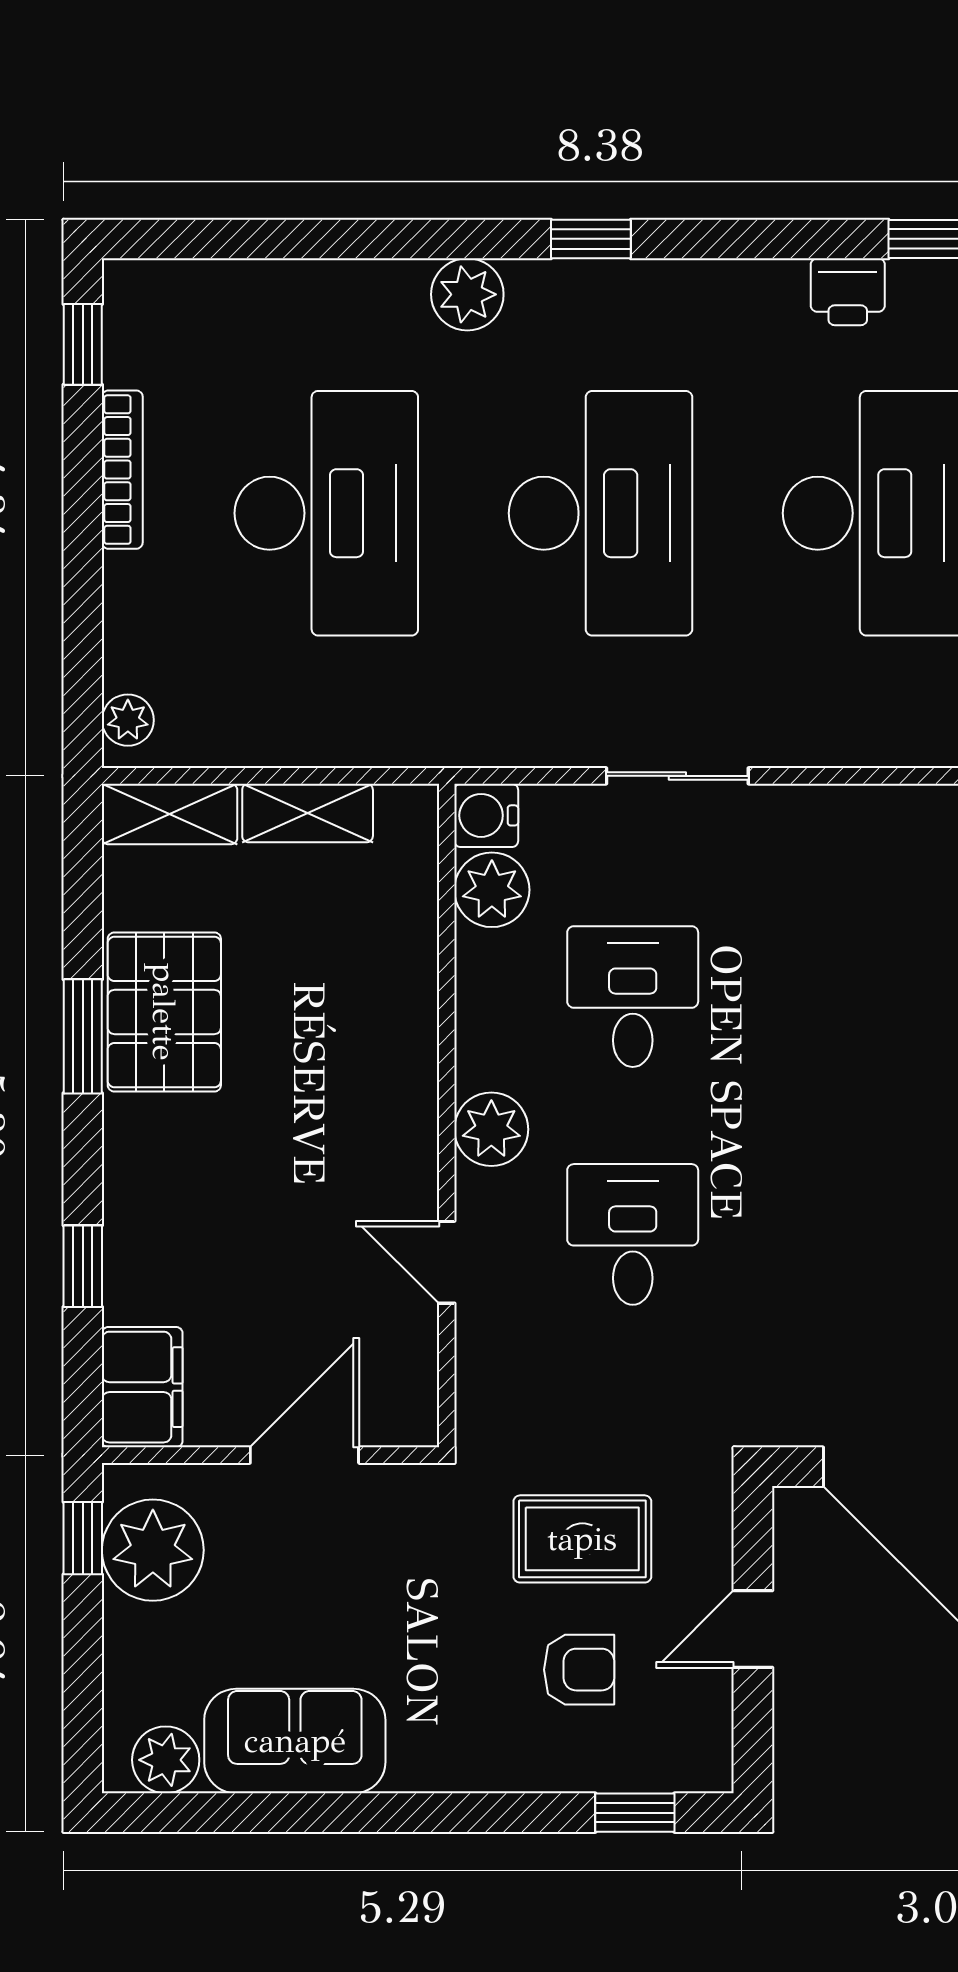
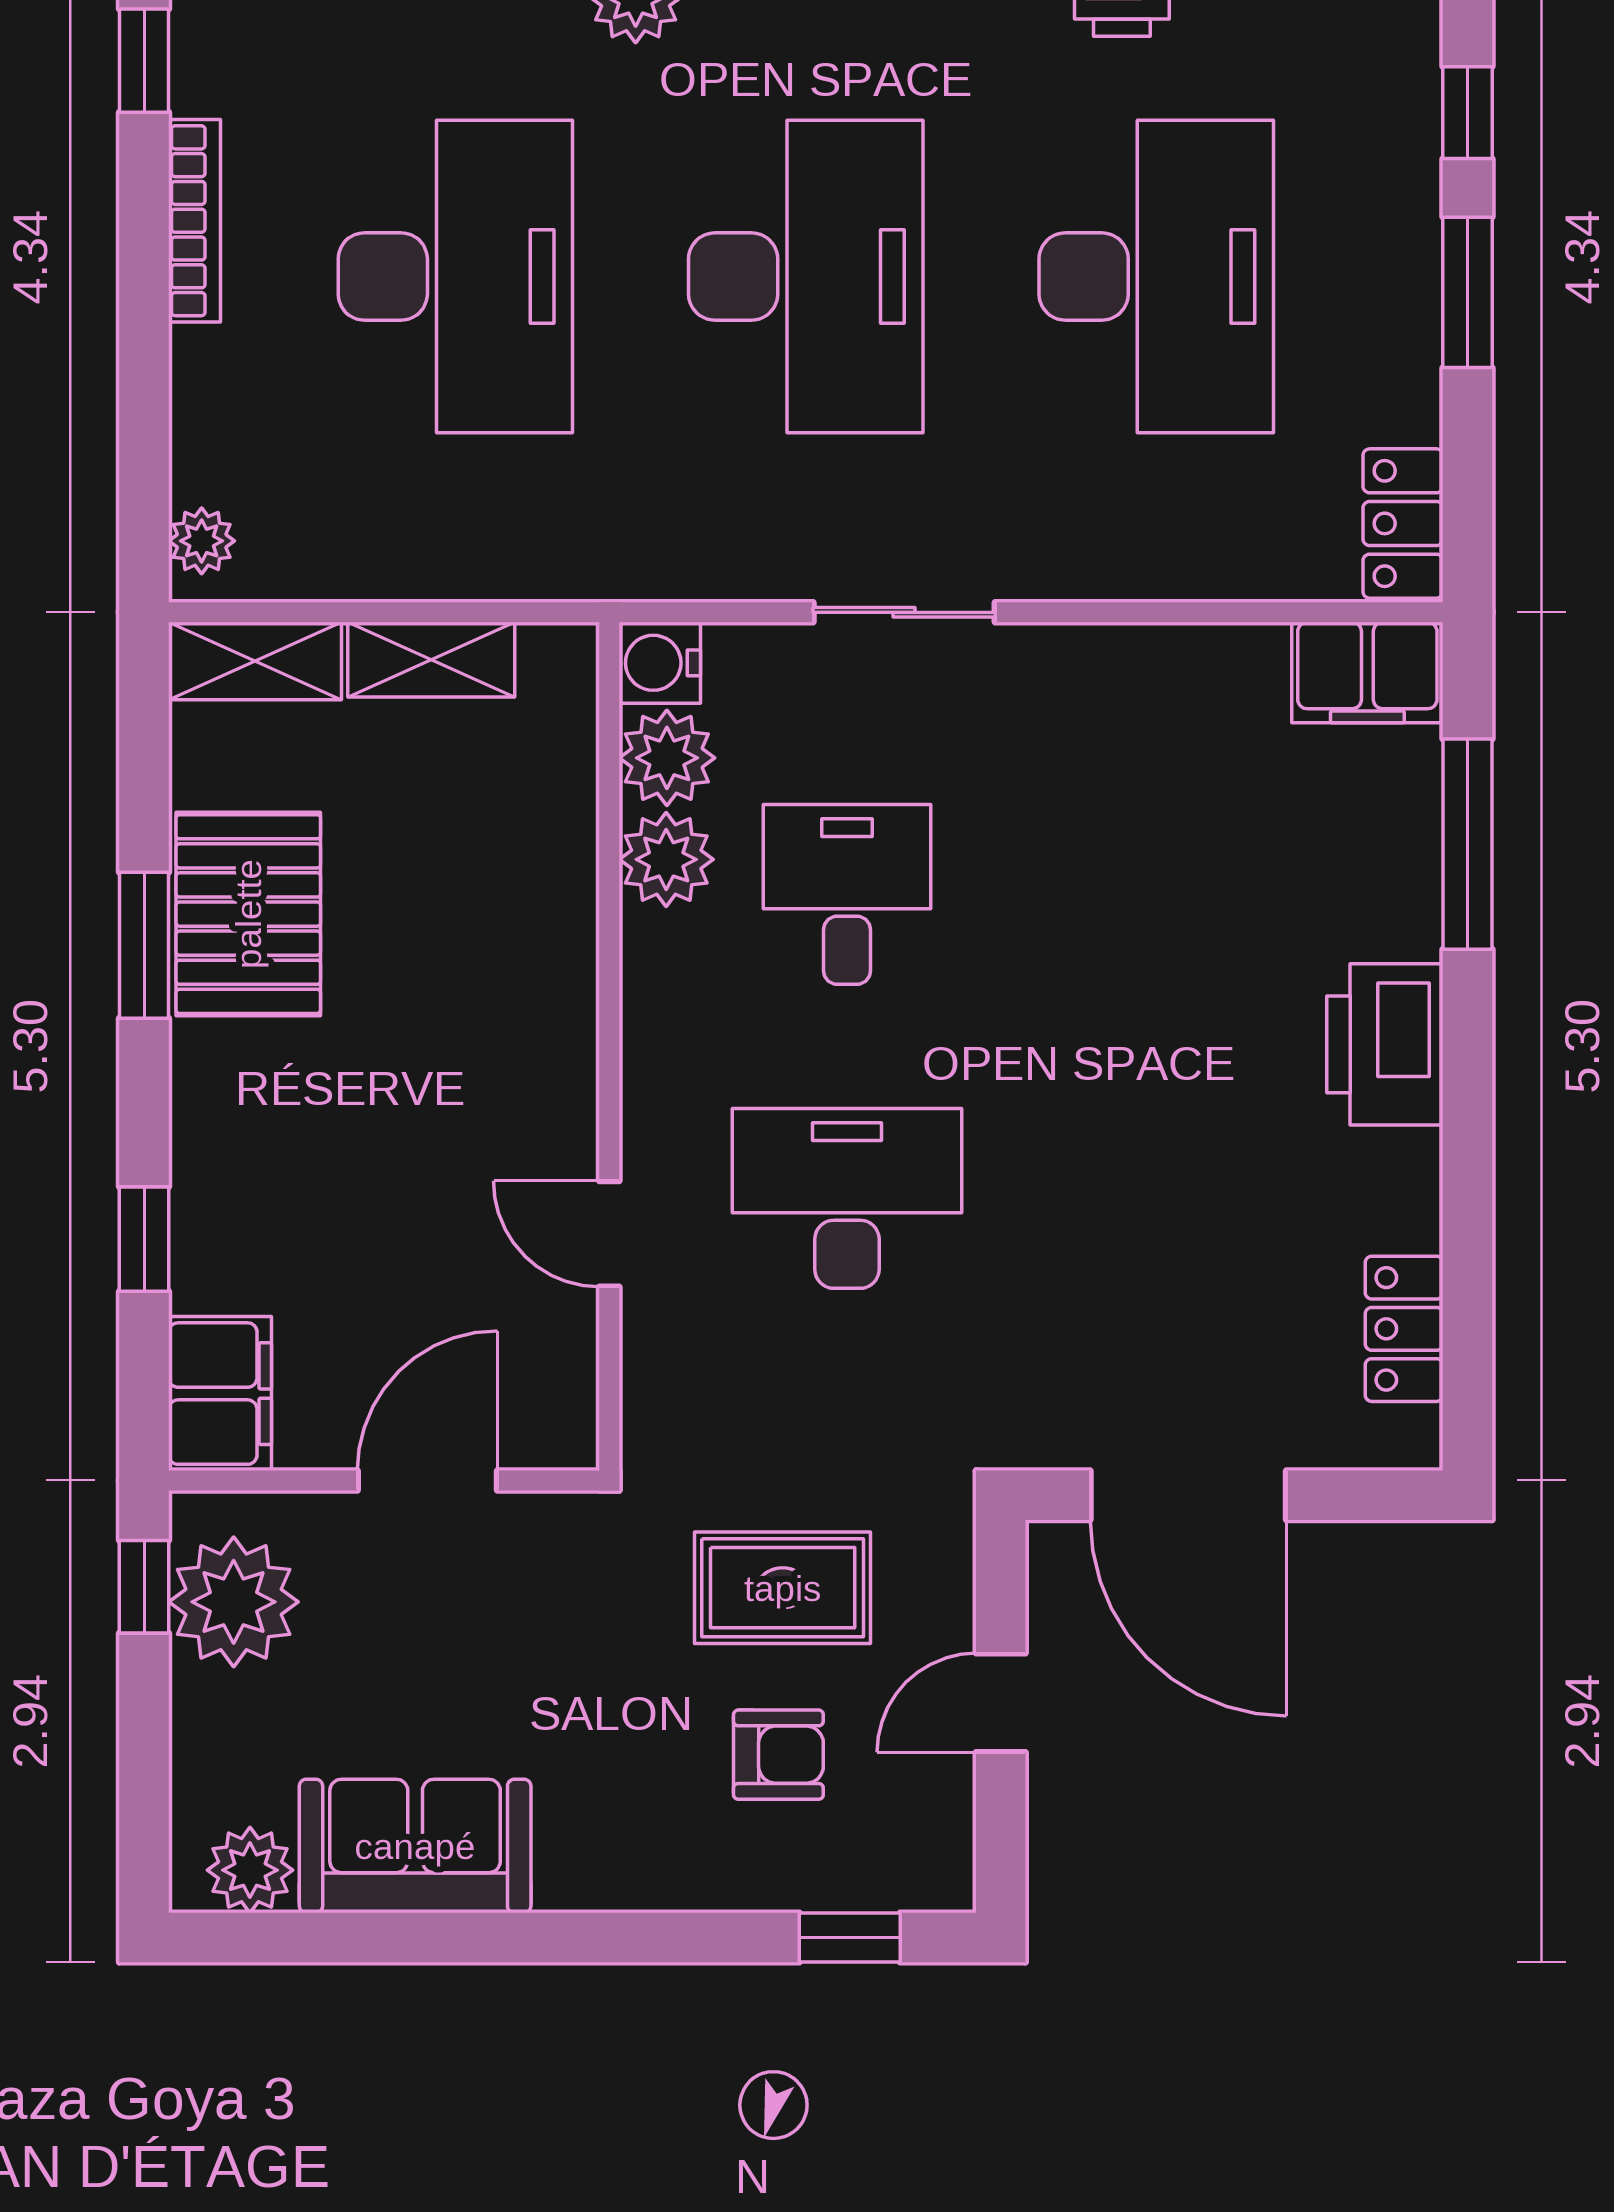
plant: (491, 1129) -> (666, 859), moved
desk: (633, 1234) -> (847, 1198), width x1.37

